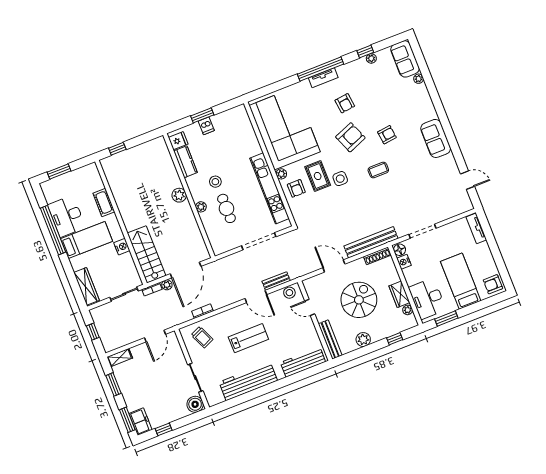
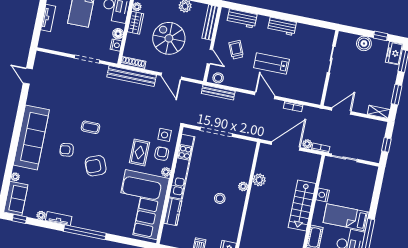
window: (365, 52) -> (19, 219), moved
tv unit: (323, 78) -> (59, 219), moved
armchair: (345, 103) -> (83, 194), removed
sofa: (436, 138) -> (31, 137), width x1.85, depth x1.27
kitchen counter: (185, 162) -> (173, 212), moved, turned 180
side table: (340, 179) -> (165, 135), moved
plant: (179, 195) -> (259, 180), moved
cafe table: (226, 208) -> (225, 173), removed
tv unit: (476, 228) -> (48, 18), moved
floor lamp: (400, 250) -> (118, 34), moved
stairs: (146, 254) -> (302, 205), moved
bench: (276, 281) -> (218, 92), width x1.36
wardrobe: (87, 286) -> (369, 182), removed
door: (256, 297) -> (265, 95), moved
spiral stairs: (359, 300) -> (169, 38), turned 90
trolley: (202, 337) -> (236, 50), moved
workbench: (303, 362) -> (242, 19), width x0.73
workbench: (248, 381) -> (282, 26), width x0.53, depth x0.76
boiler: (195, 404) -> (364, 43), moved

